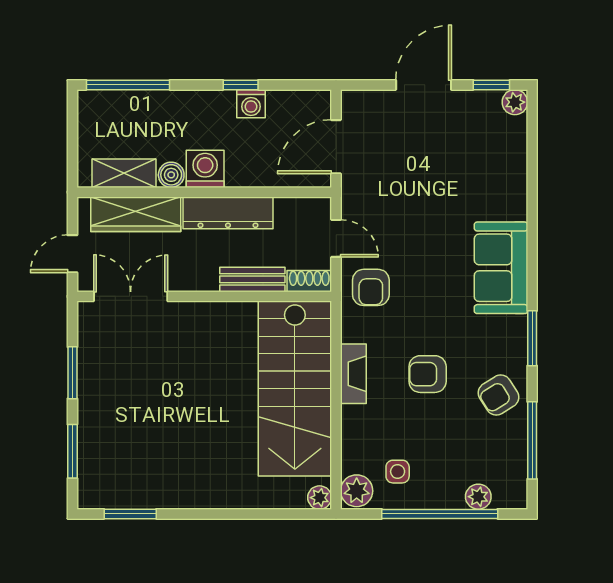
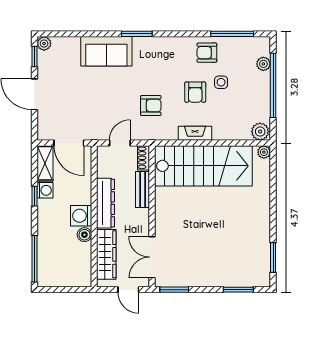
shelving: (124, 173) -> (45, 163), moved
sofa: (501, 268) -> (106, 51), moved
armchair: (371, 287) -> (151, 106), moved
window: (532, 338) -> (137, 34), moved
window: (72, 373) -> (174, 290), moved
armchair: (499, 395) -> (207, 53), turned 122
side table: (398, 472) -> (221, 82), moved

